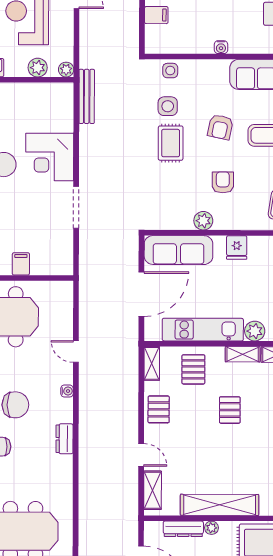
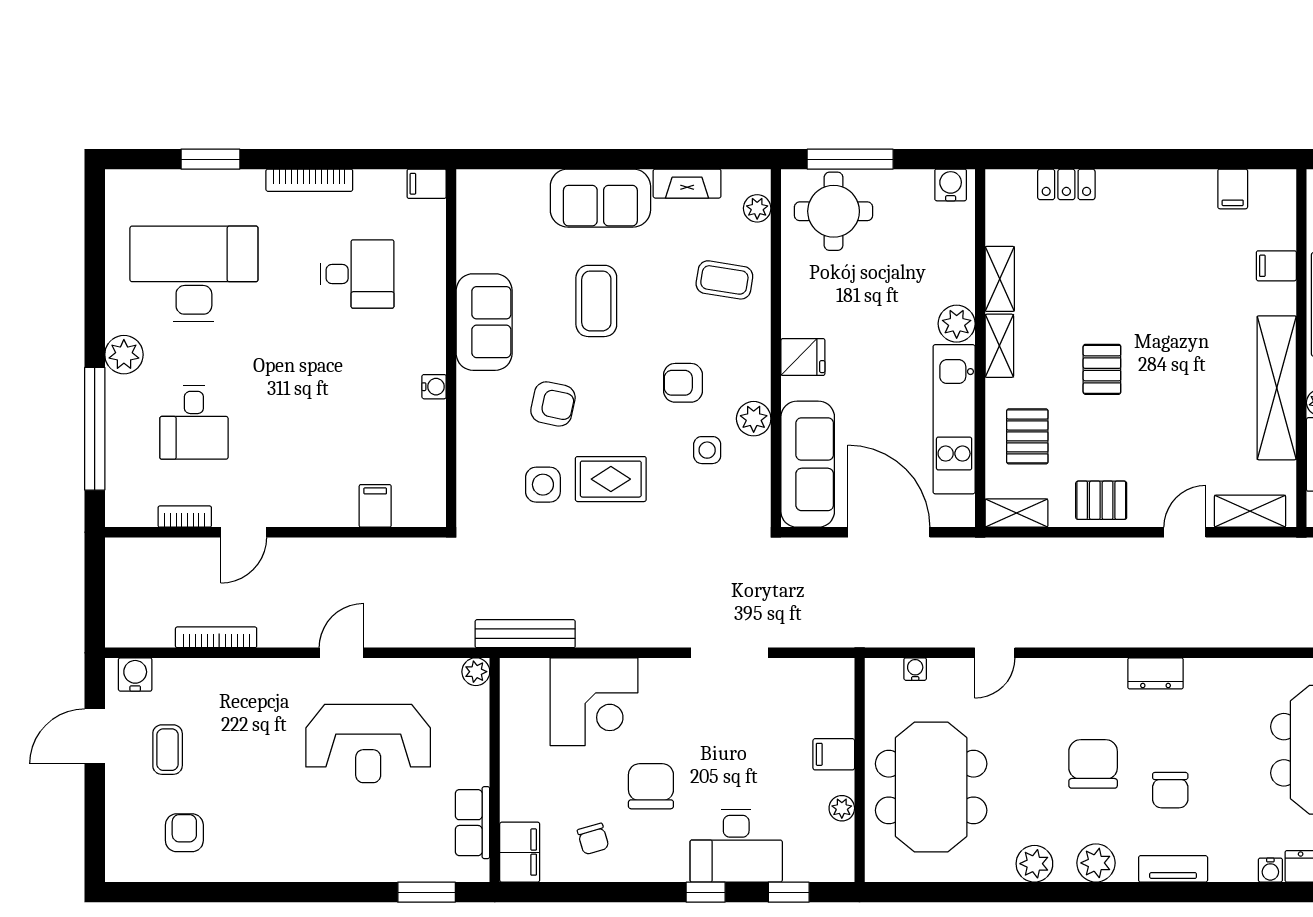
plant: (38, 68) -> (472, 724), removed
side table: (170, 71) -> (707, 450), moved
armchair: (220, 127) -> (553, 404), moved
corner desk: (50, 157) -> (594, 702), moved
pallet: (193, 369) -> (1027, 436), turned 90
water cooler: (67, 391) -> (915, 669), moved
pallet: (230, 410) -> (1102, 369), turned 90

